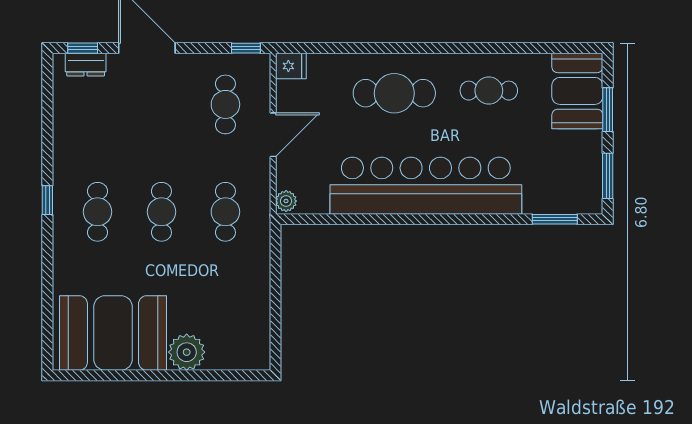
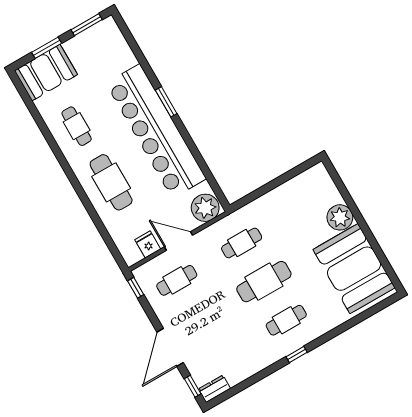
dresser: (86, 65) -> (214, 389), moved, turned -90
fridge: (291, 66) -> (148, 244), moved
plant: (286, 201) -> (205, 208), width x1.87, depth x1.87
cafe table: (161, 212) -> (264, 282), width x1.37, depth x1.35
window: (555, 219) -> (166, 102), moved

